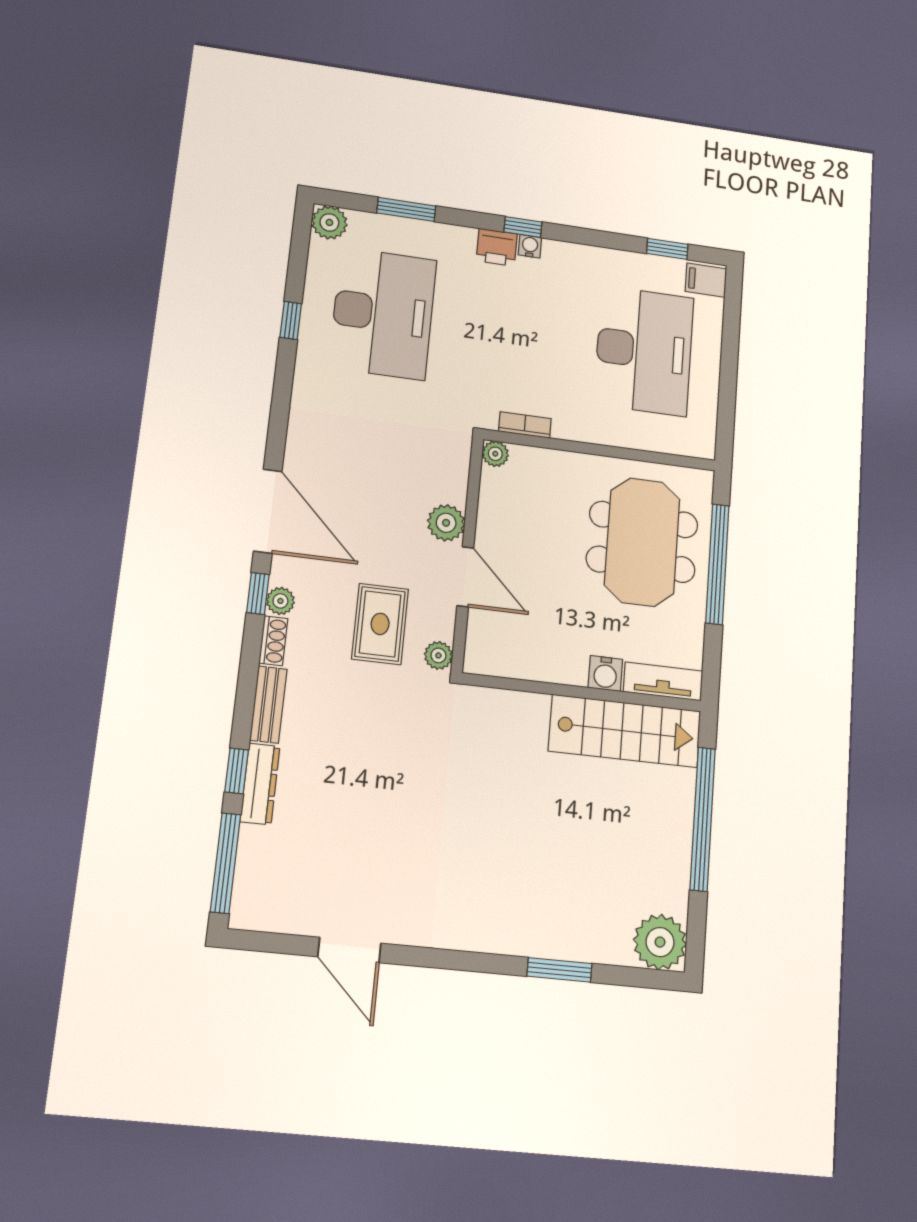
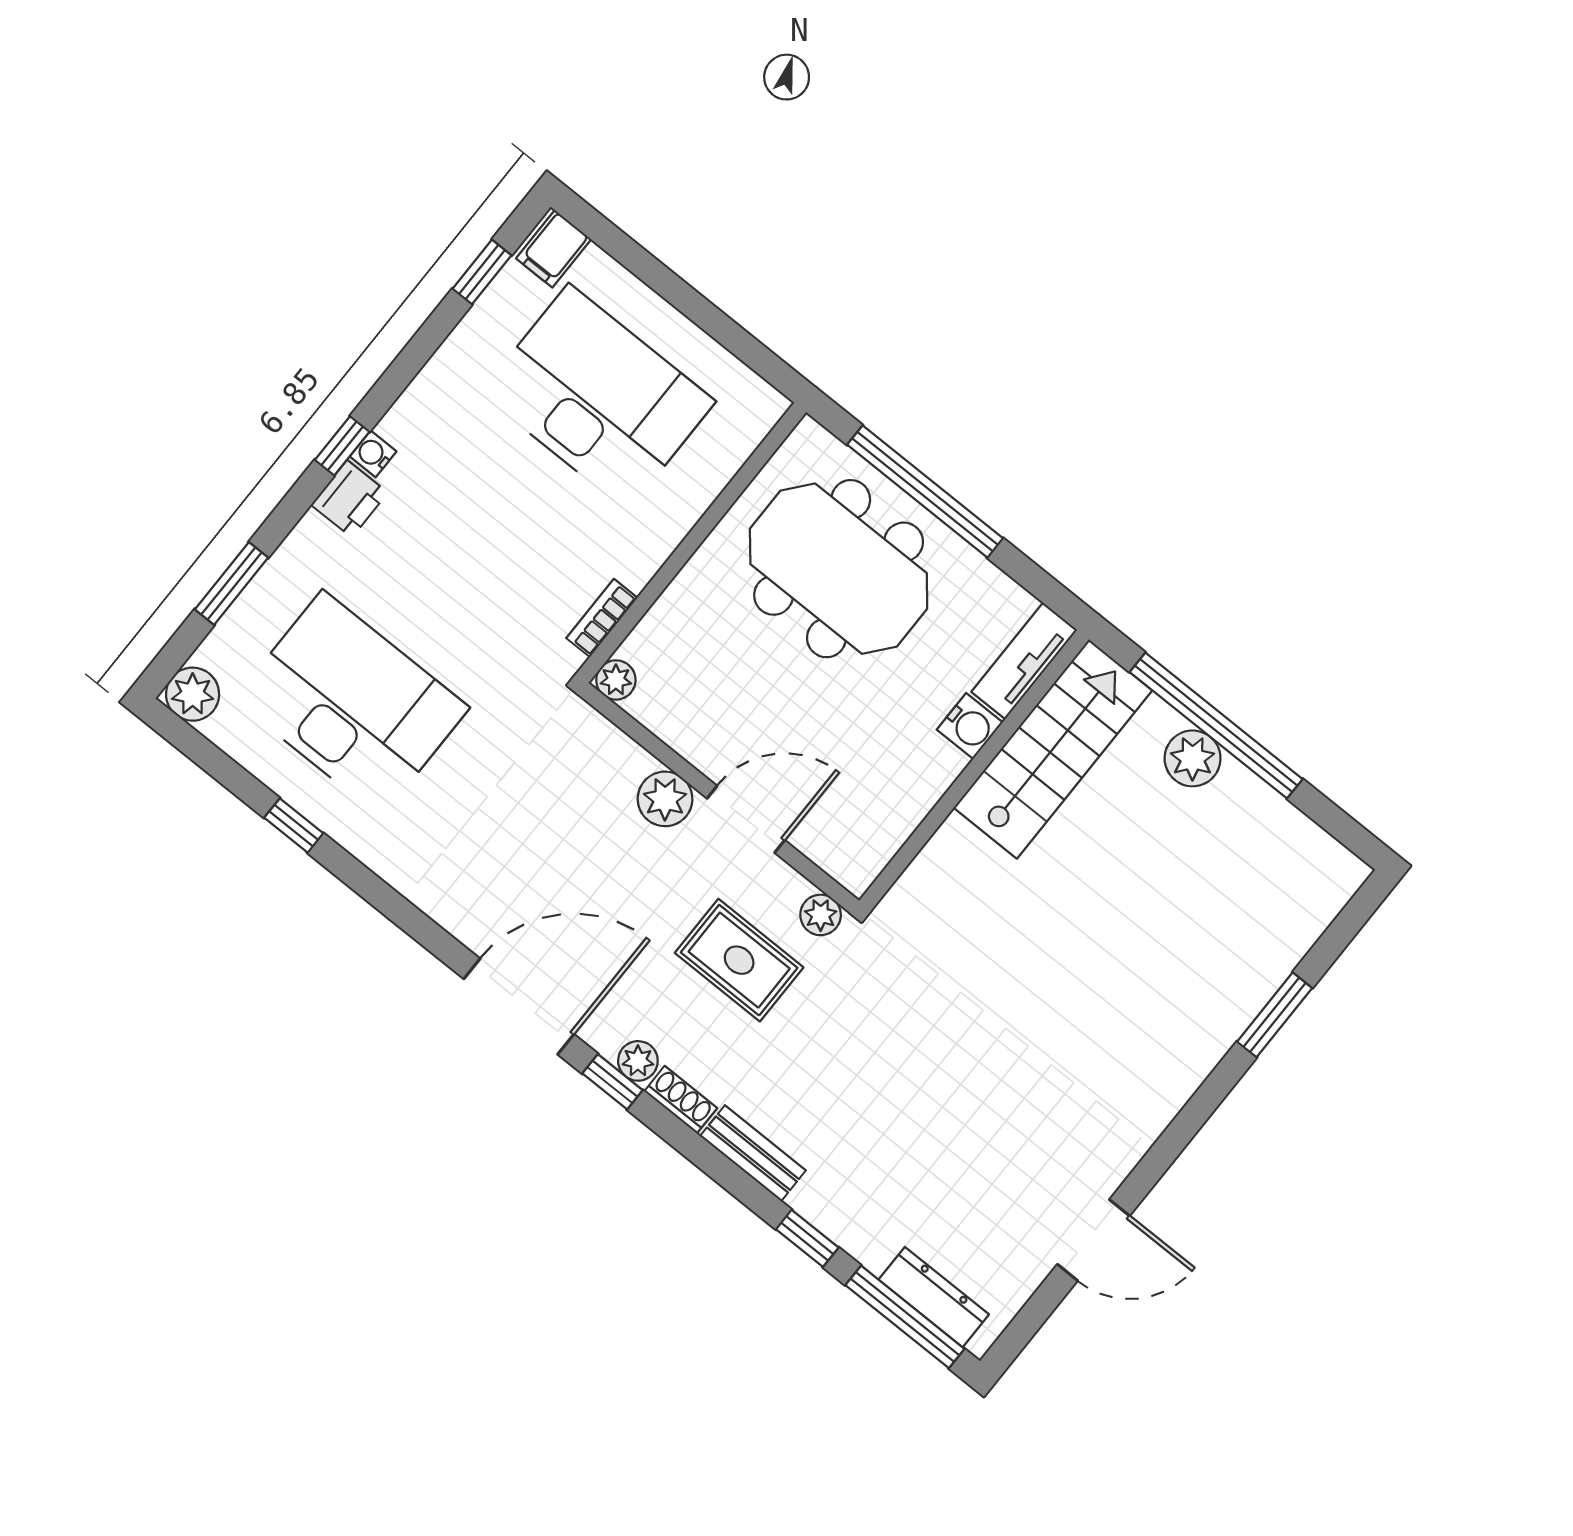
dresser: (260, 784) -> (934, 1297), moved
plant: (660, 942) -> (1193, 758), moved, width x0.73, depth x0.73

